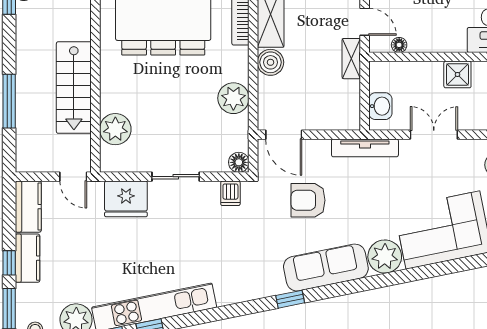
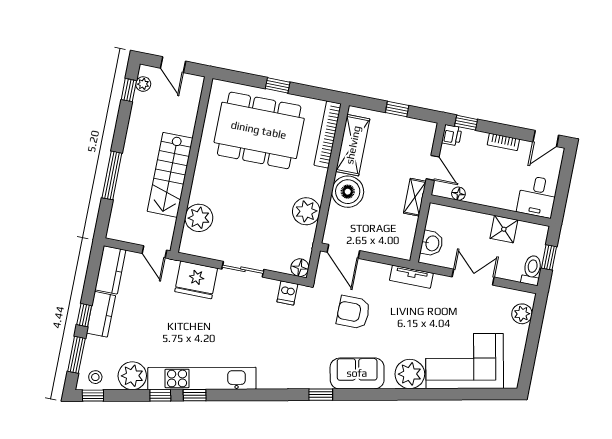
boiler: (270, 62) -> (348, 192), width x1.37, depth x1.37
tv unit: (365, 148) -> (411, 277), width x0.71
sofa: (326, 268) -> (357, 373), width x0.73

